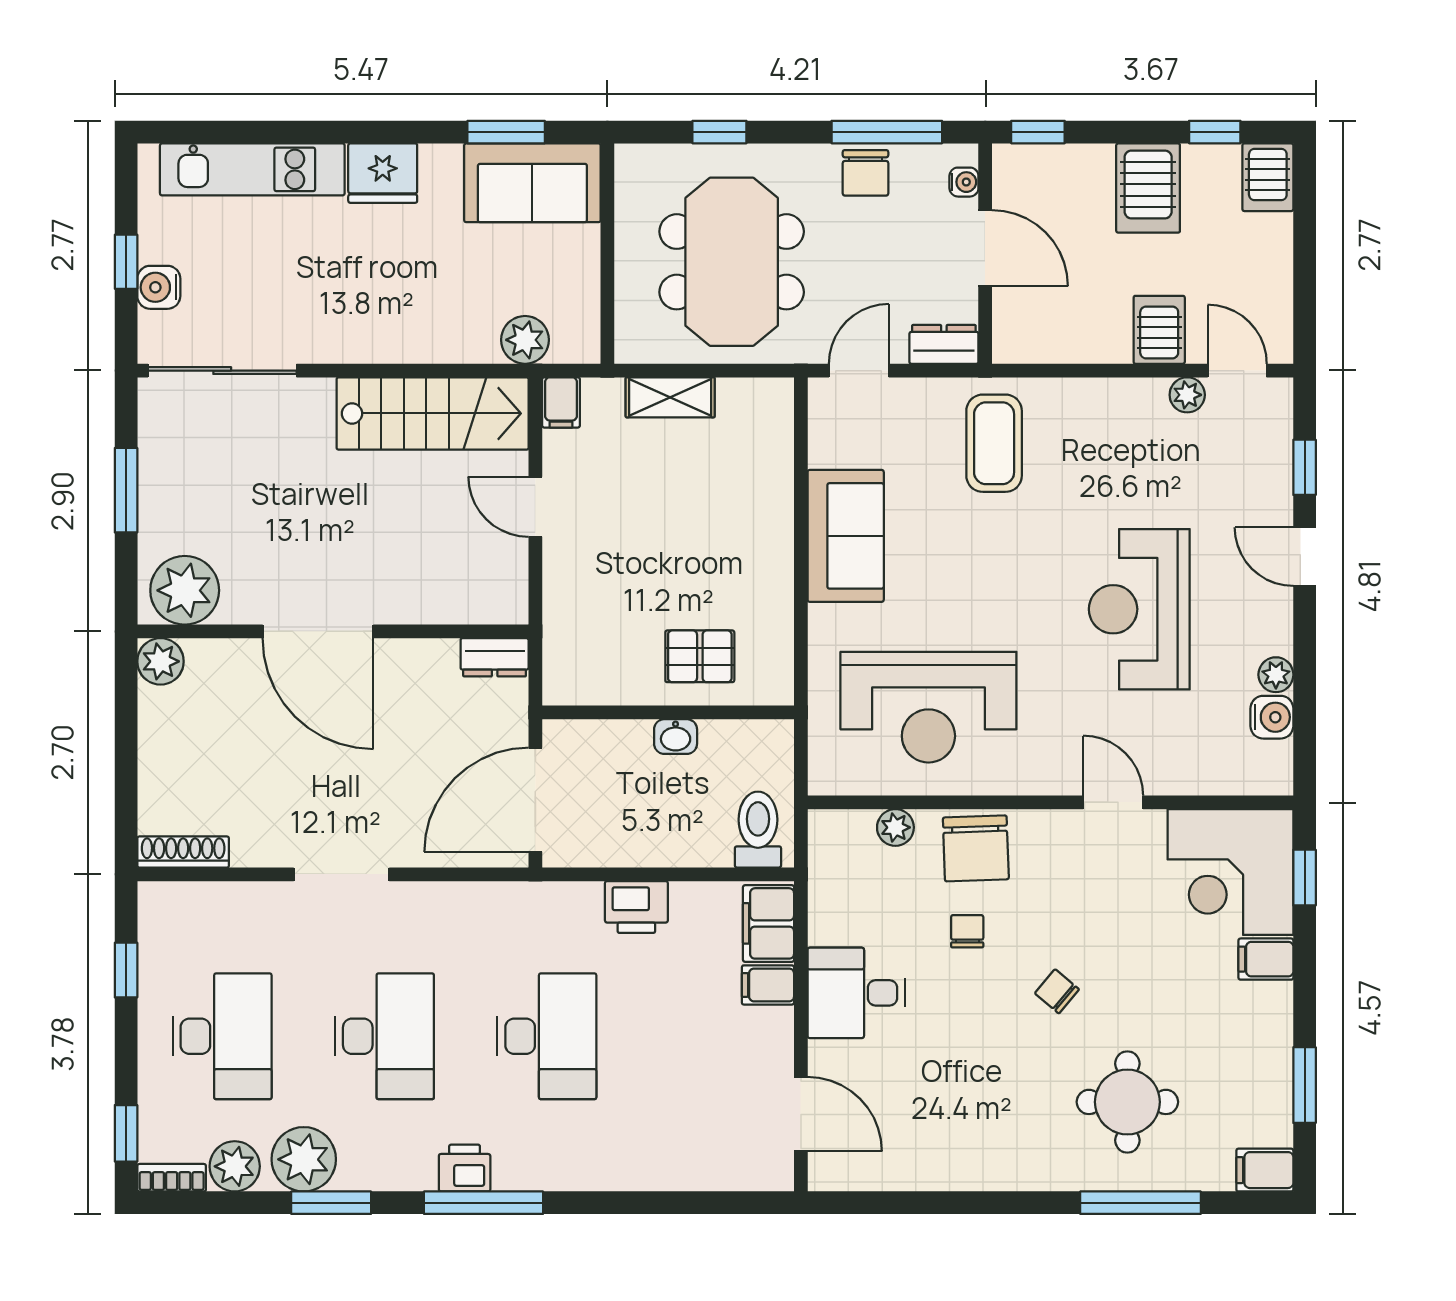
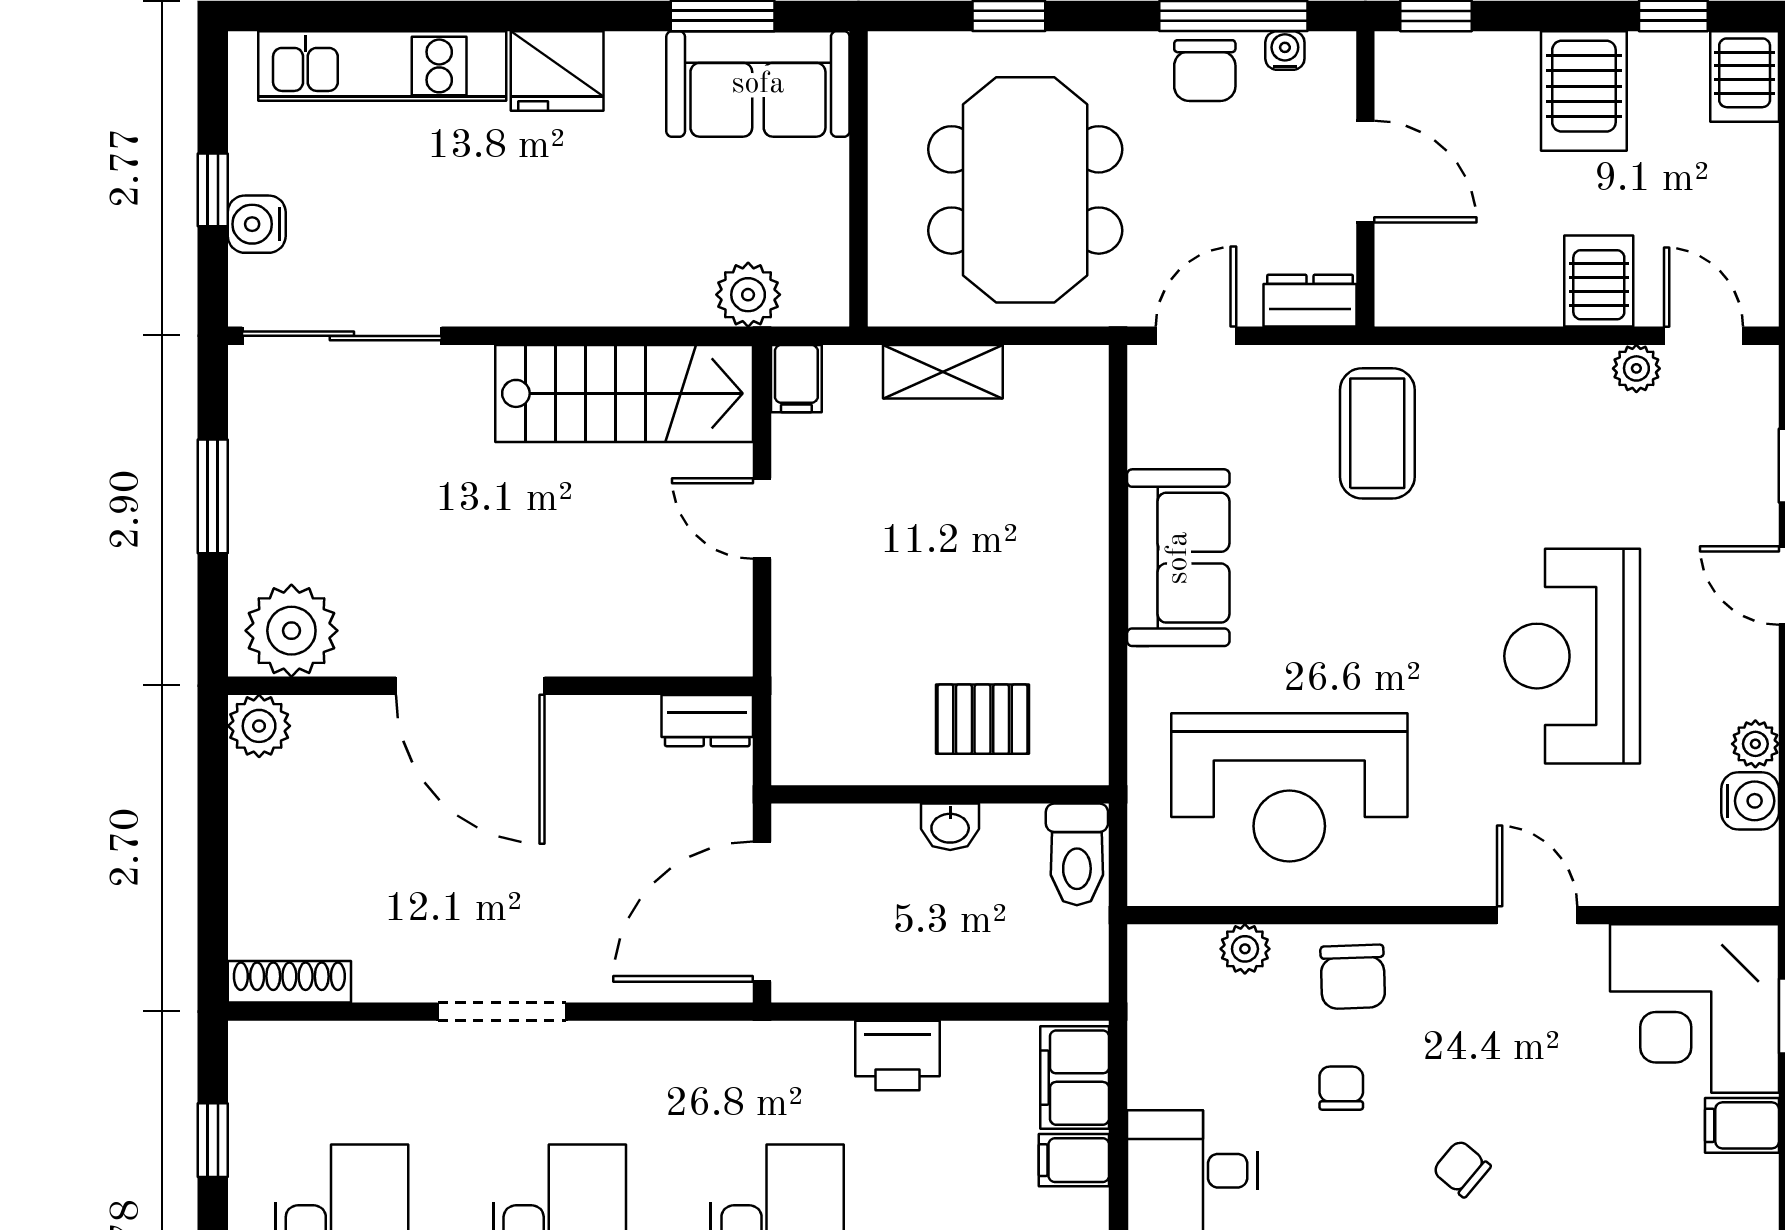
water cooler: (964, 182) -> (1285, 51), moved, turned -90
toilet: (758, 830) -> (1077, 854), moved, turned 180
chair: (976, 848) -> (1353, 977), width x0.73, depth x0.73

